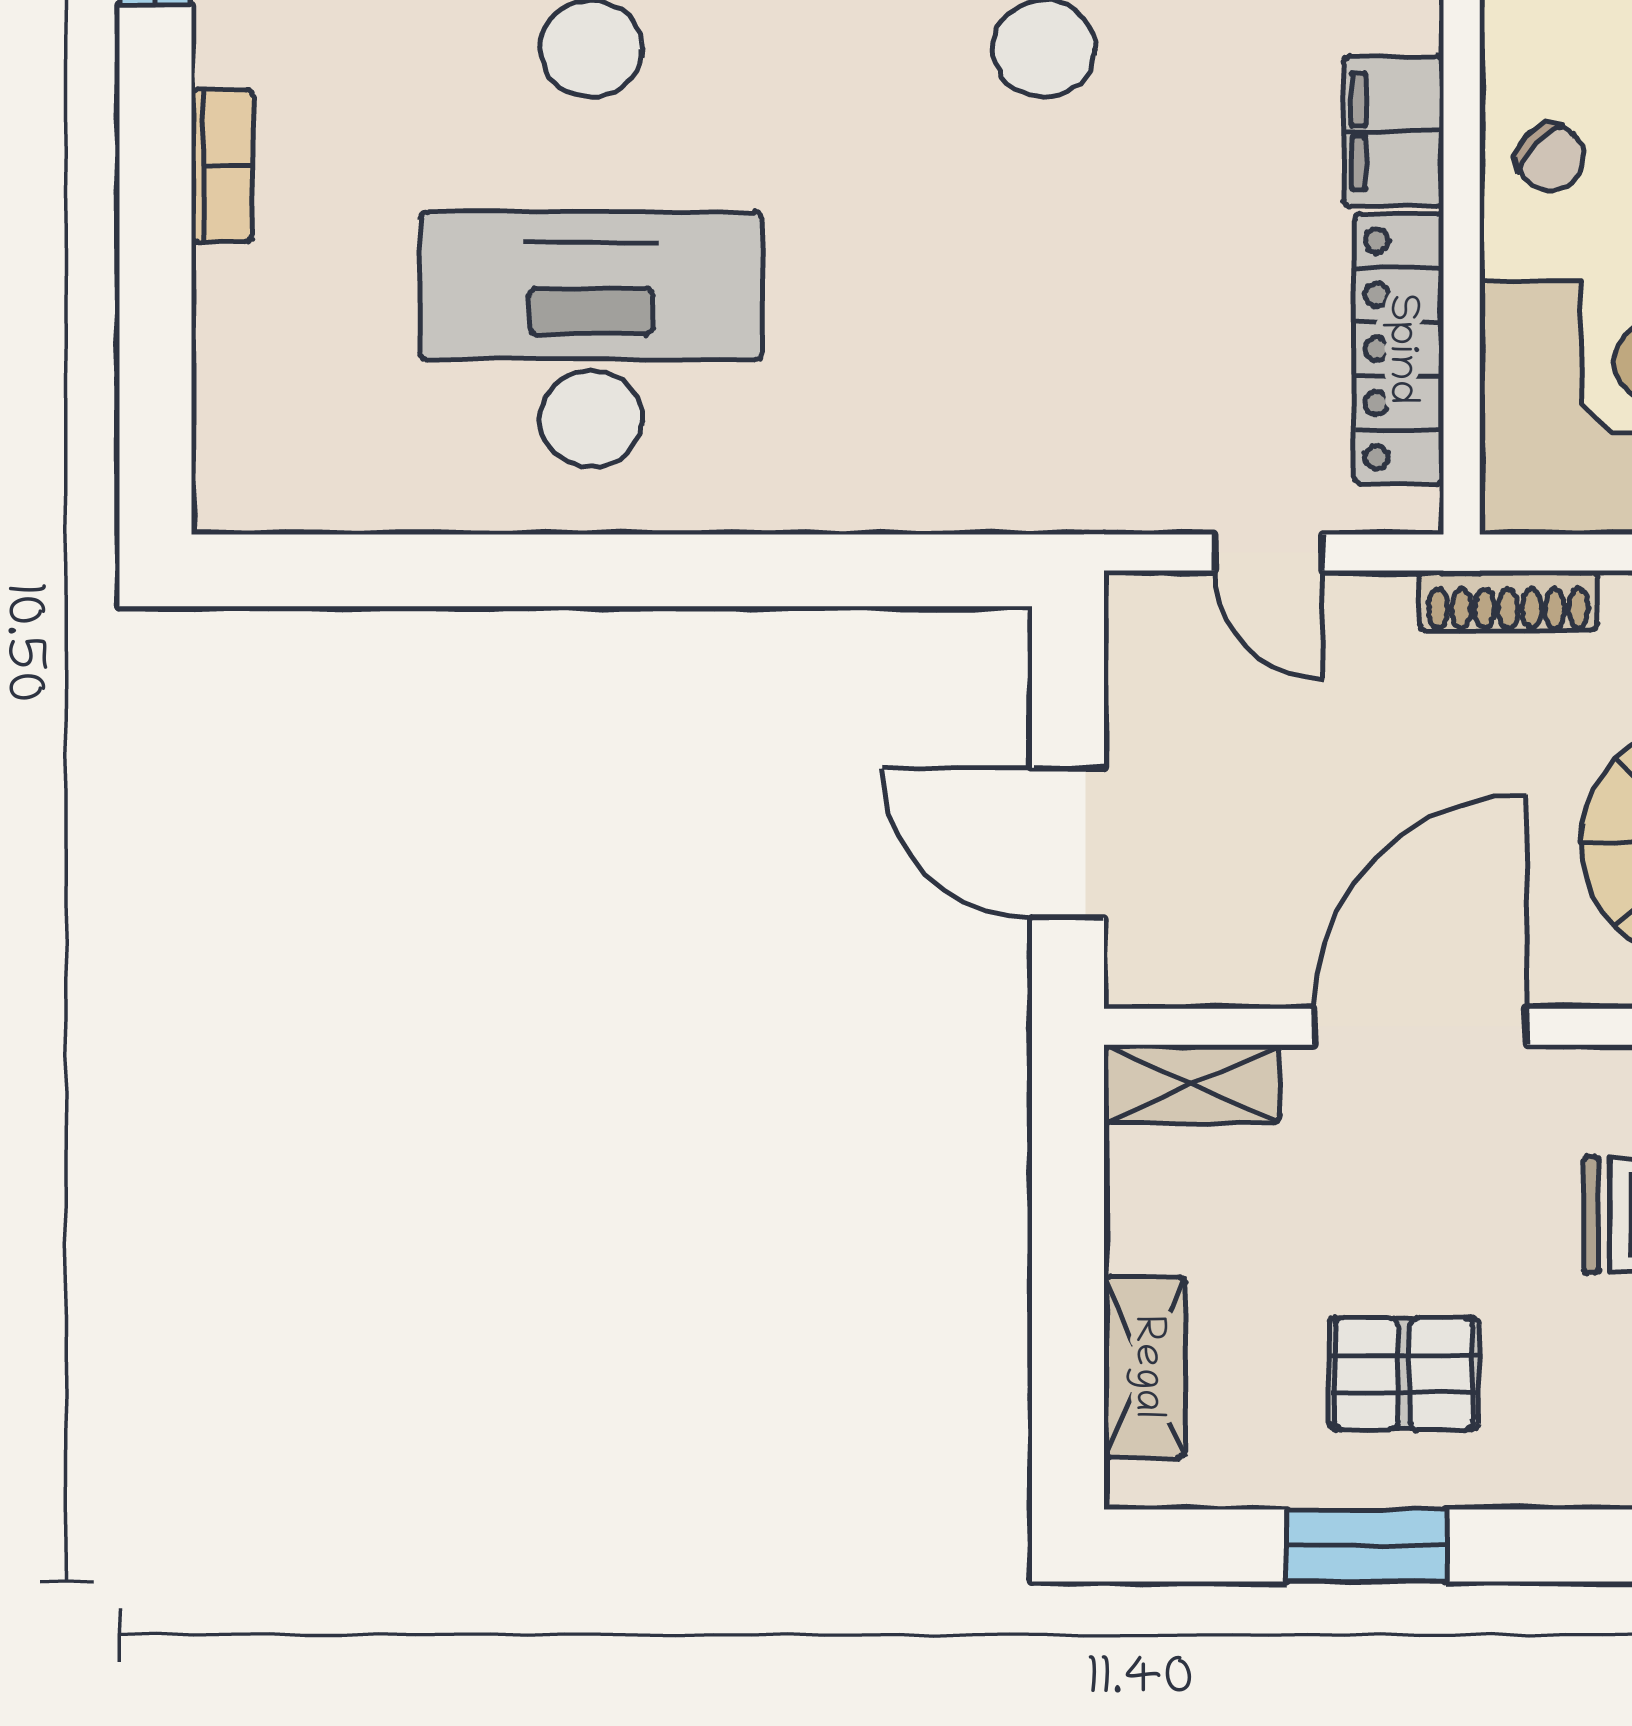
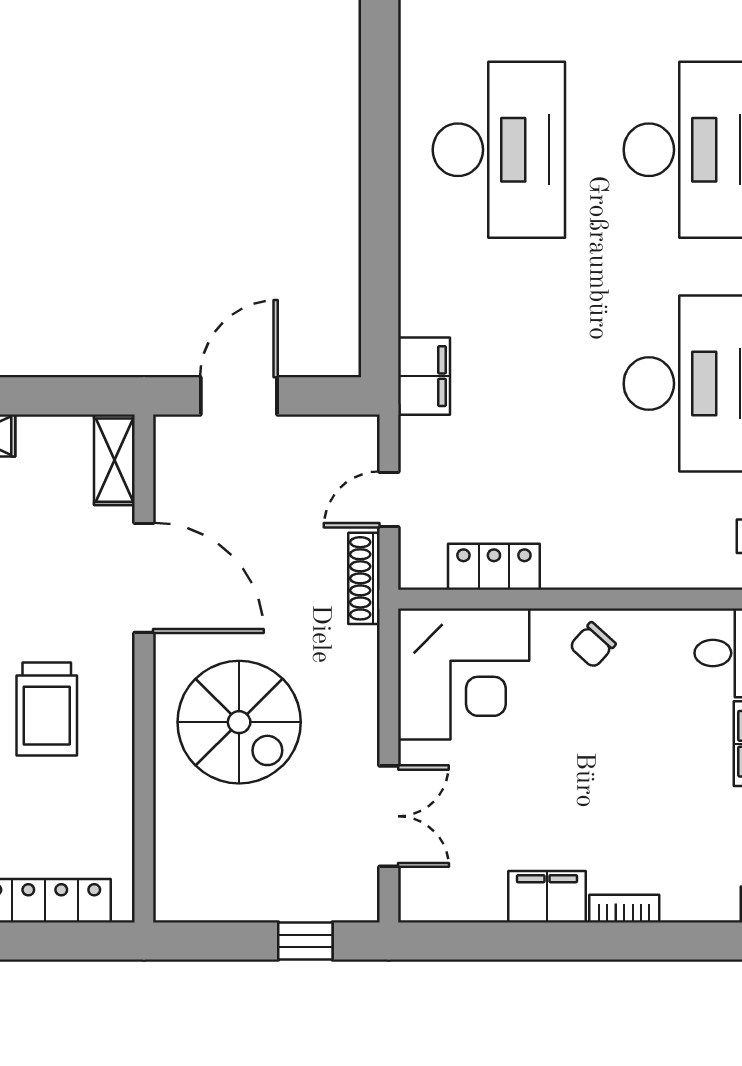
filing cabinet: (1394, 131) -> (424, 376), moved, turned 90
locker: (1399, 349) -> (494, 567), width x0.66
shoe rack: (1508, 601) -> (364, 578), moved

